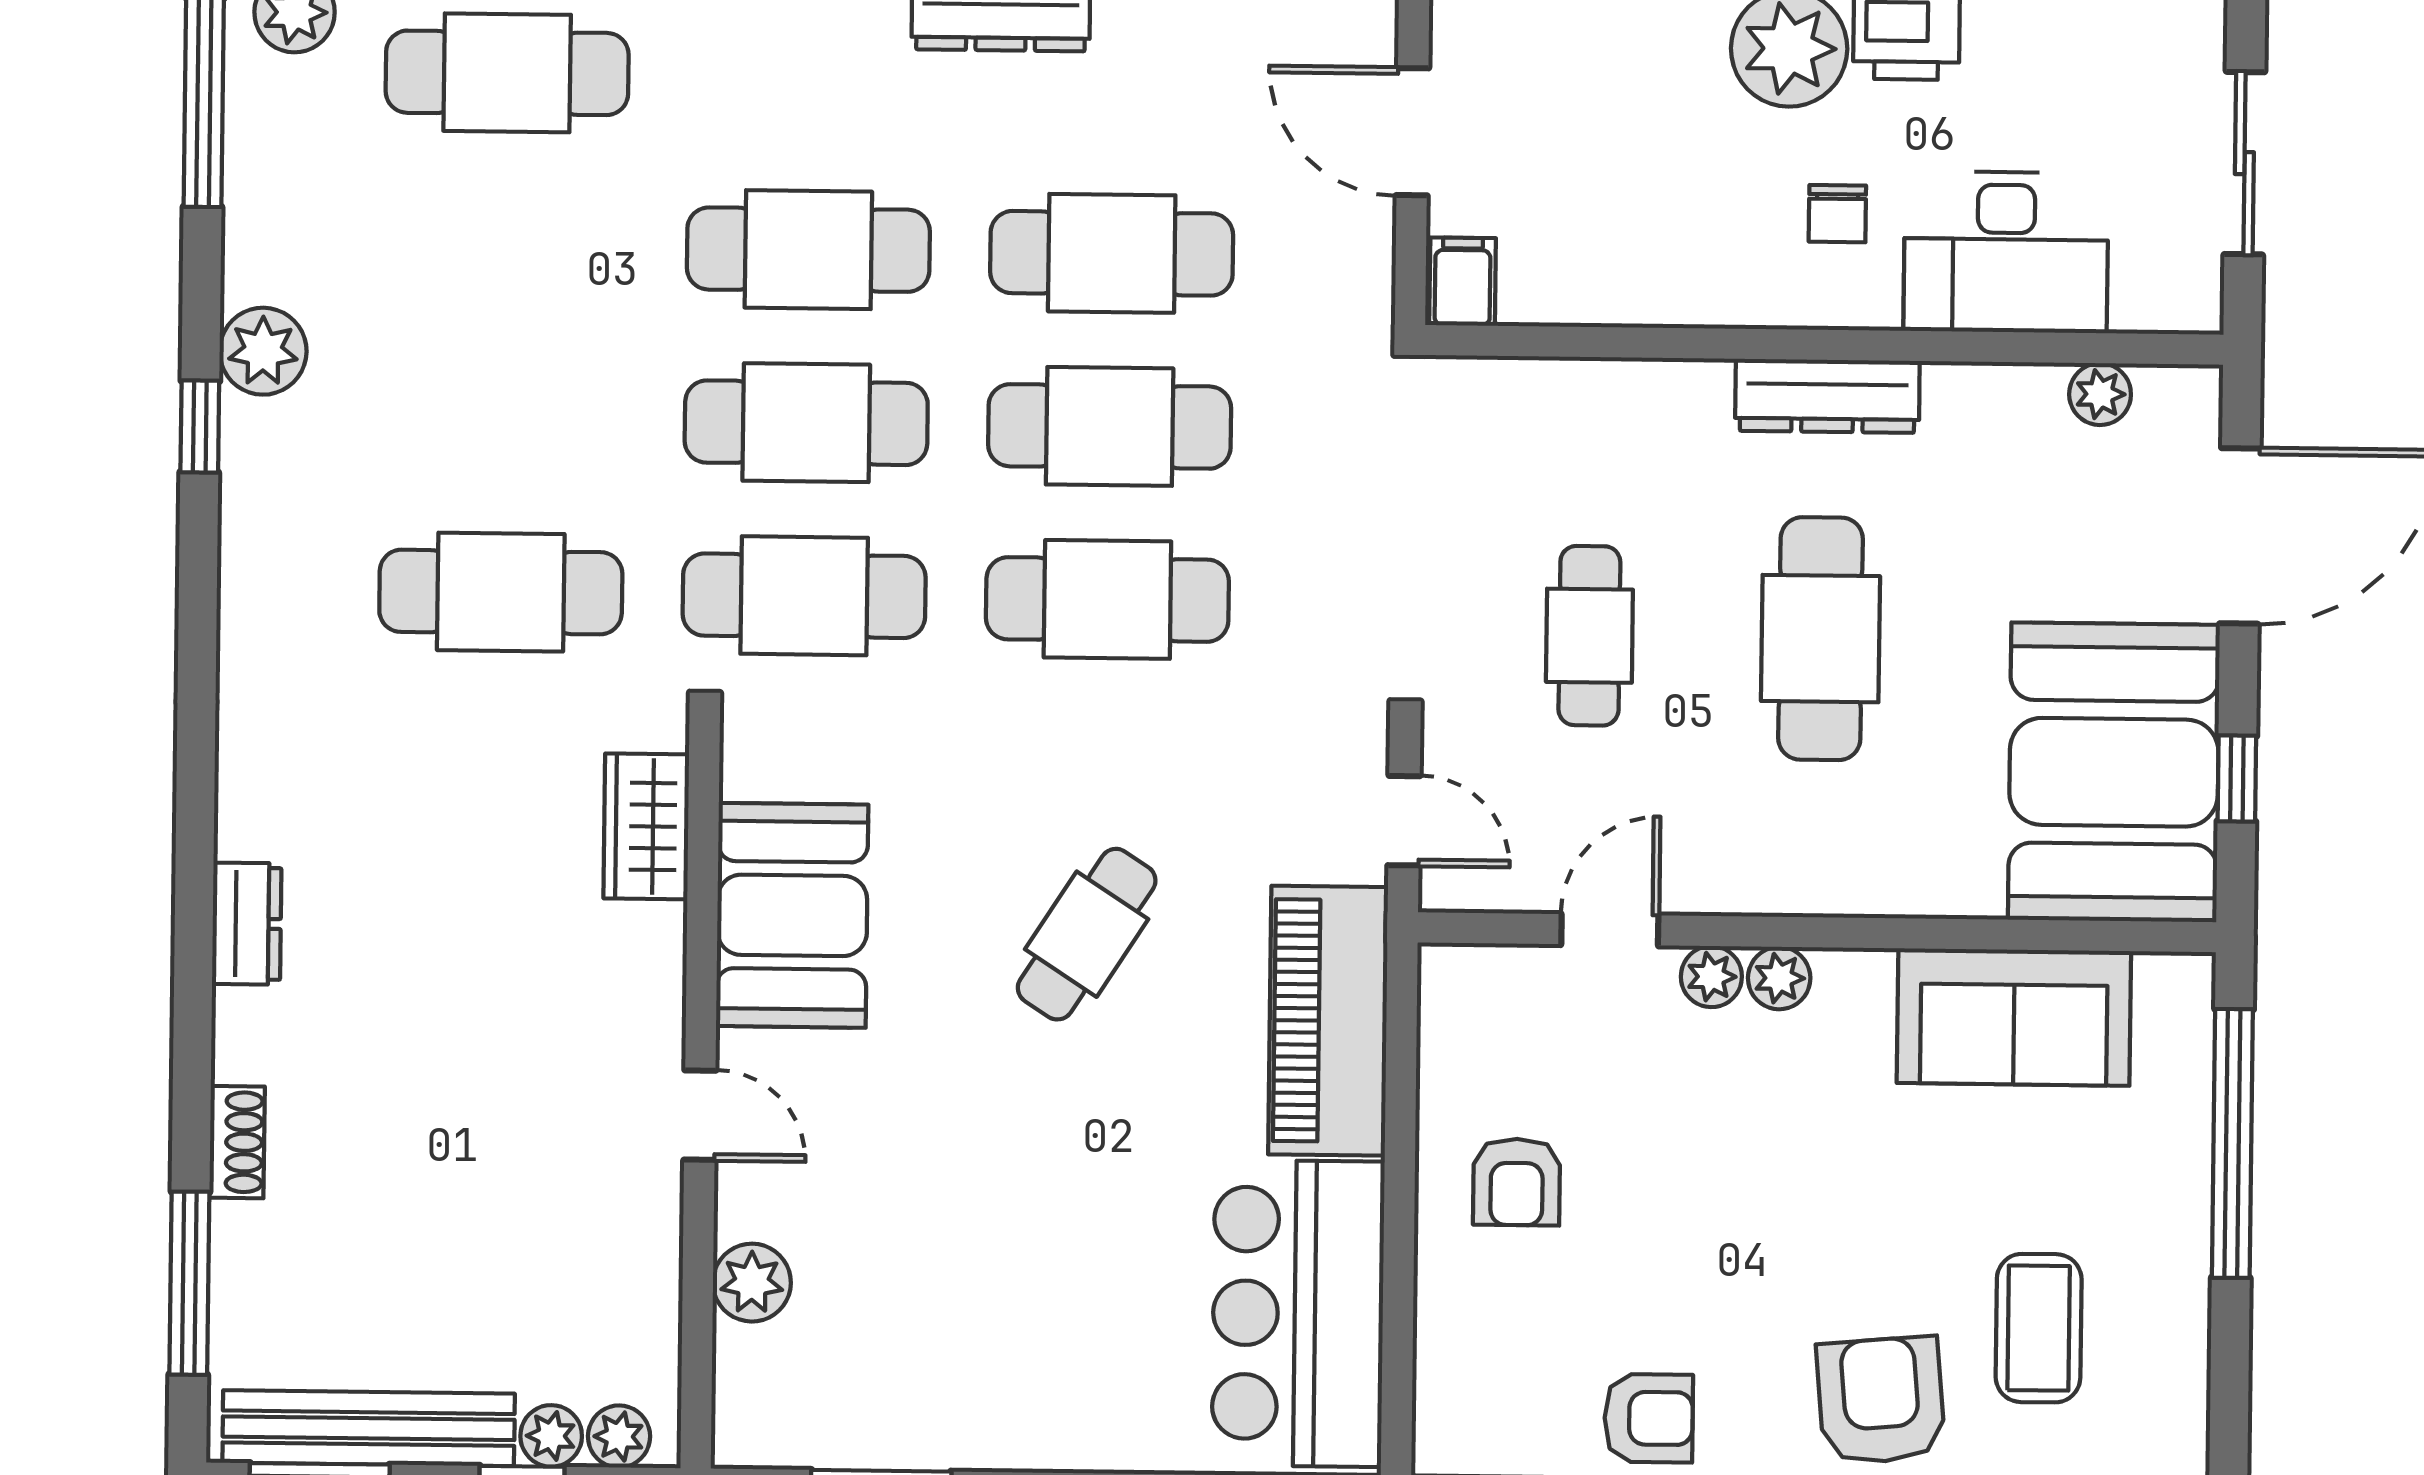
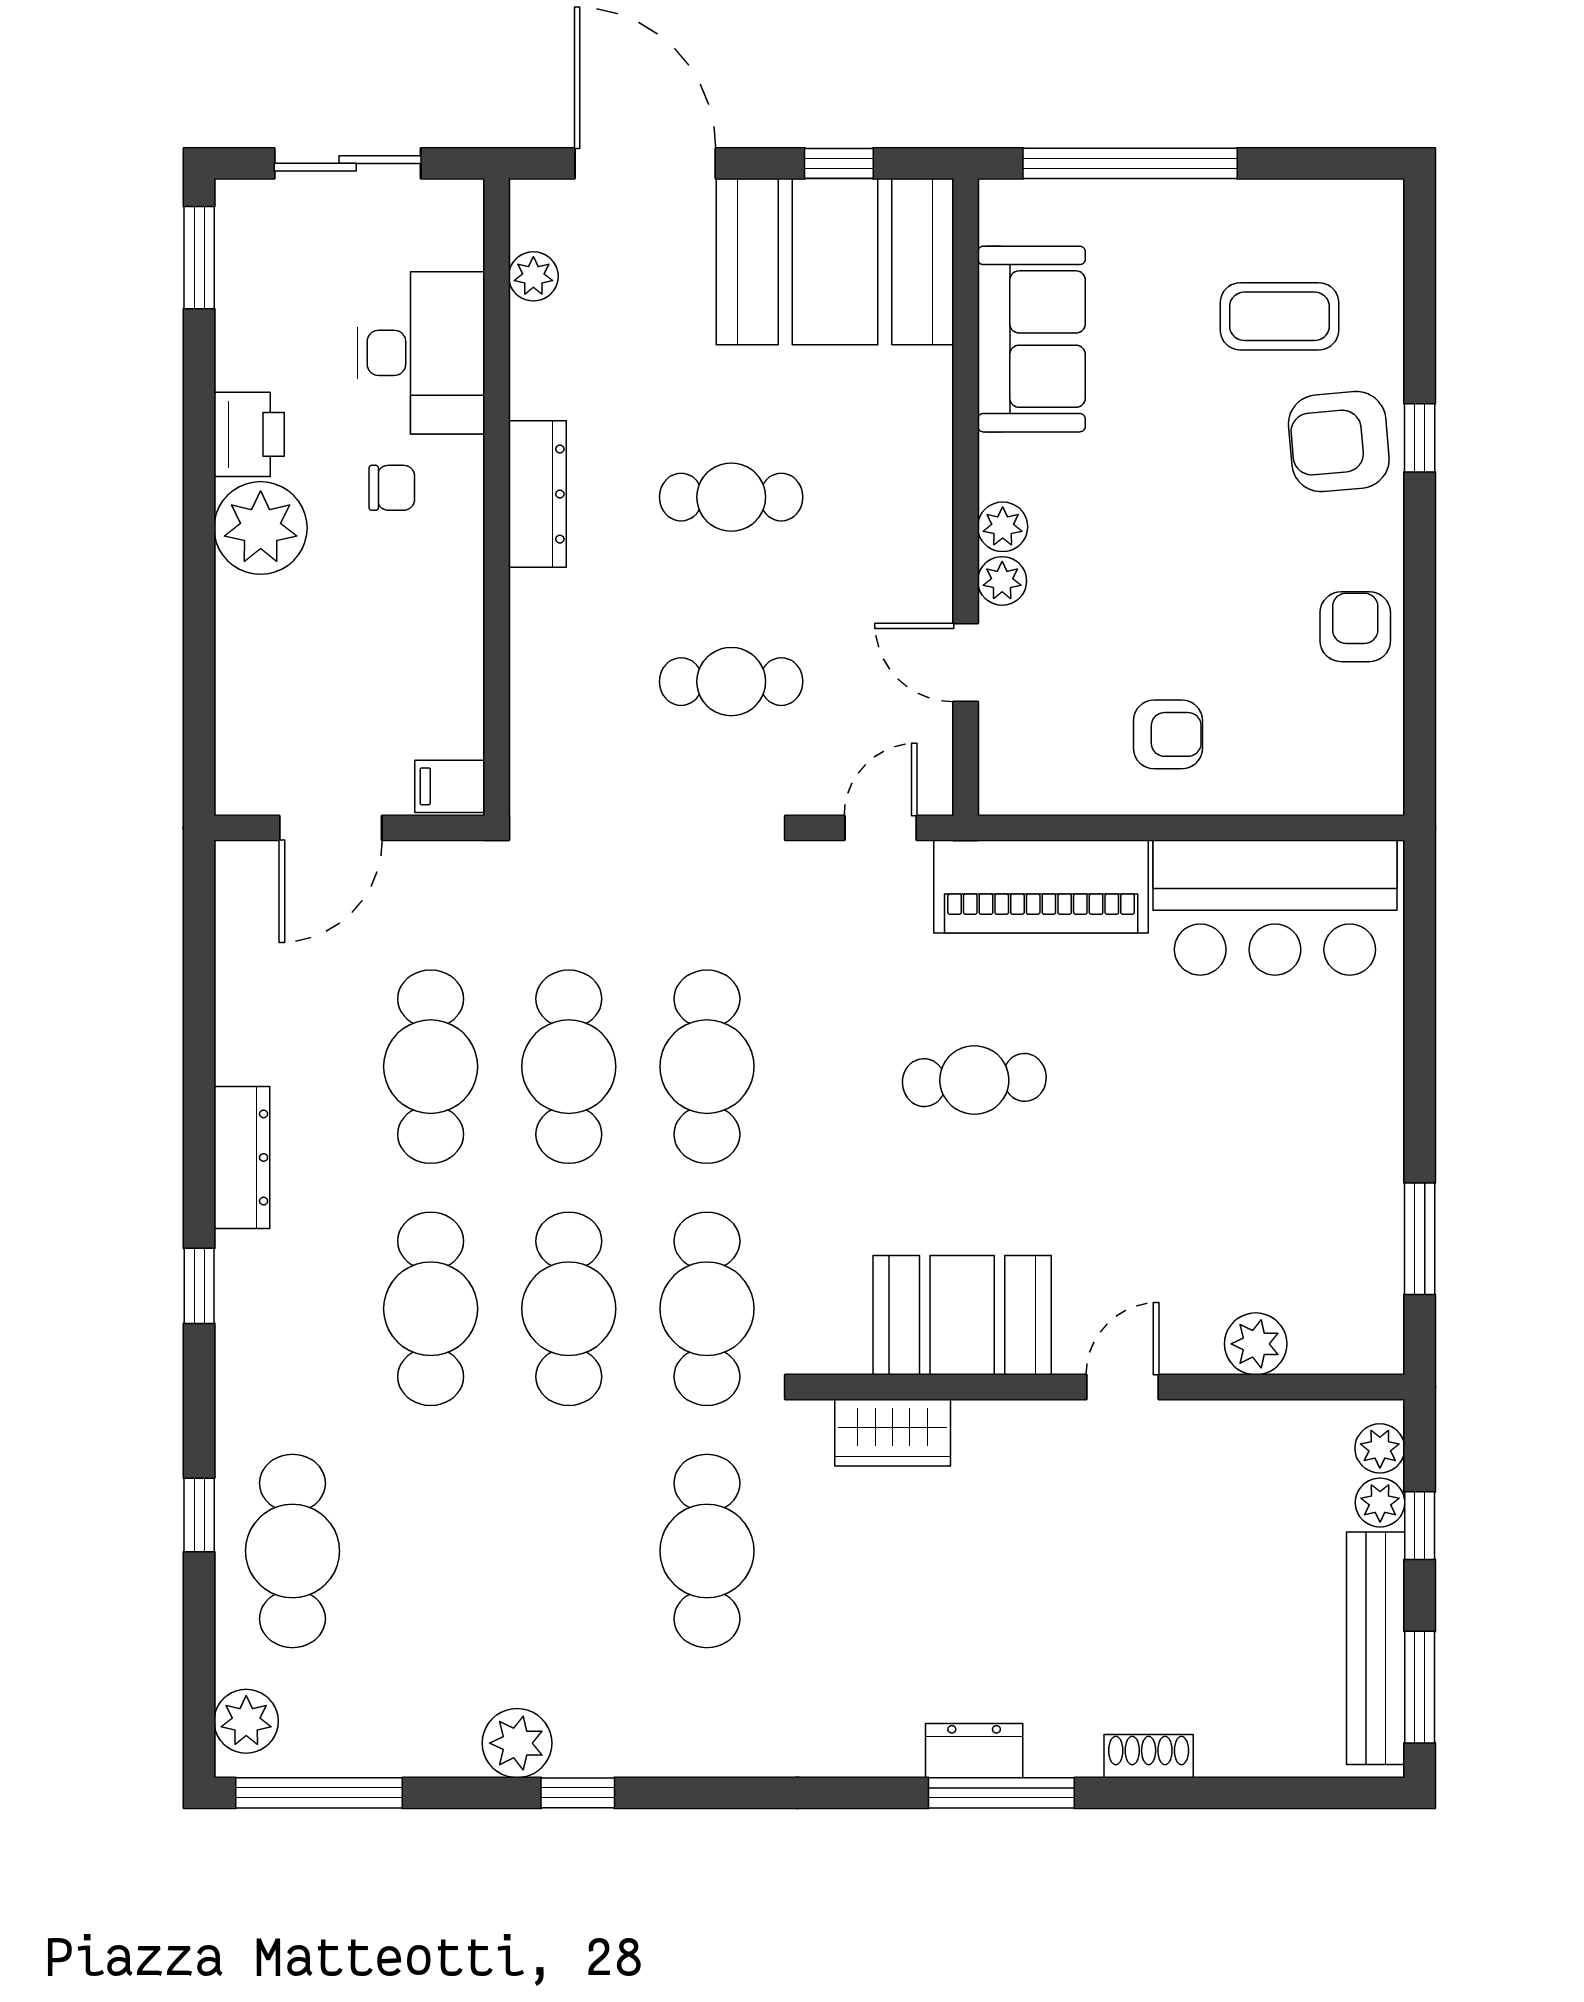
cafe table: (1821, 639) -> (731, 497), width x0.73, depth x0.74
cafe table: (1087, 934) -> (974, 1080), turned -36
window: (189, 1283) -> (1001, 1793), moved

